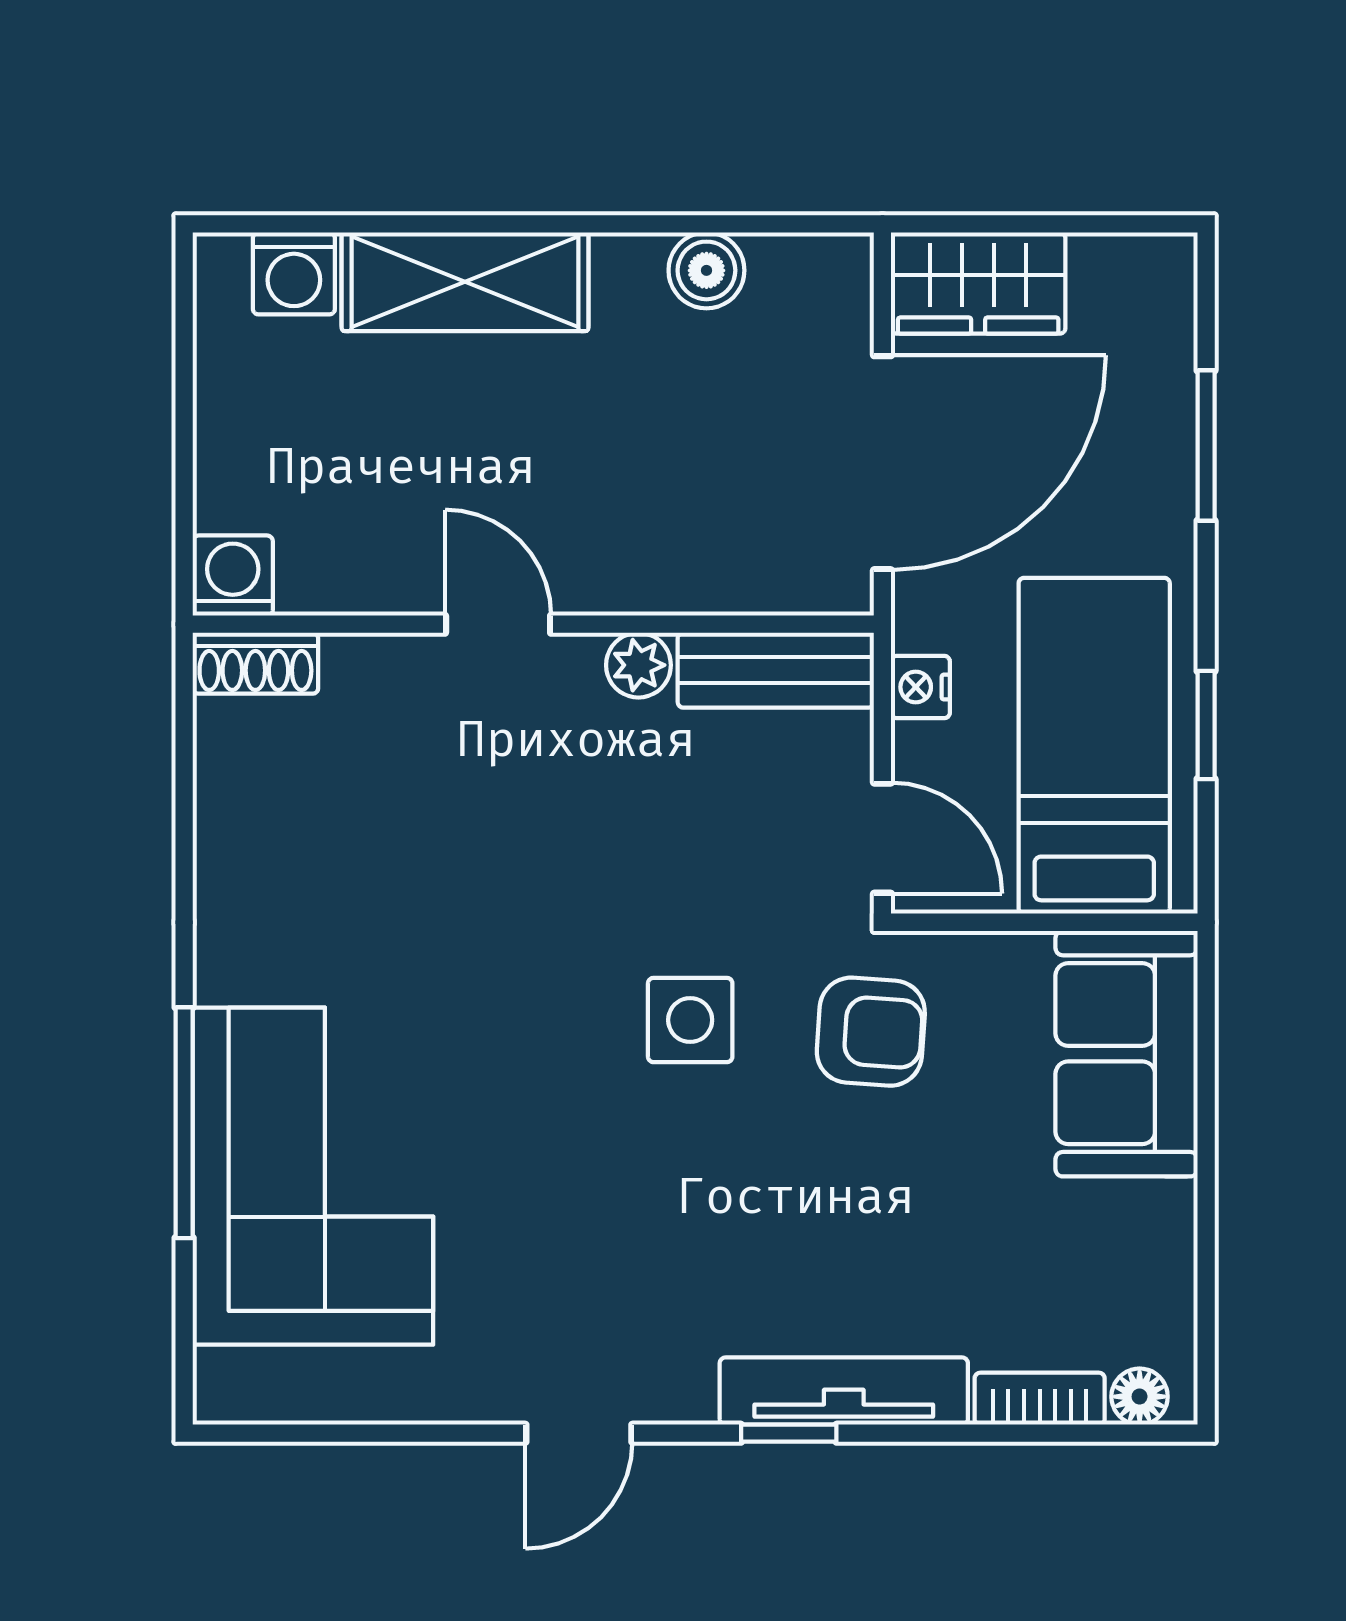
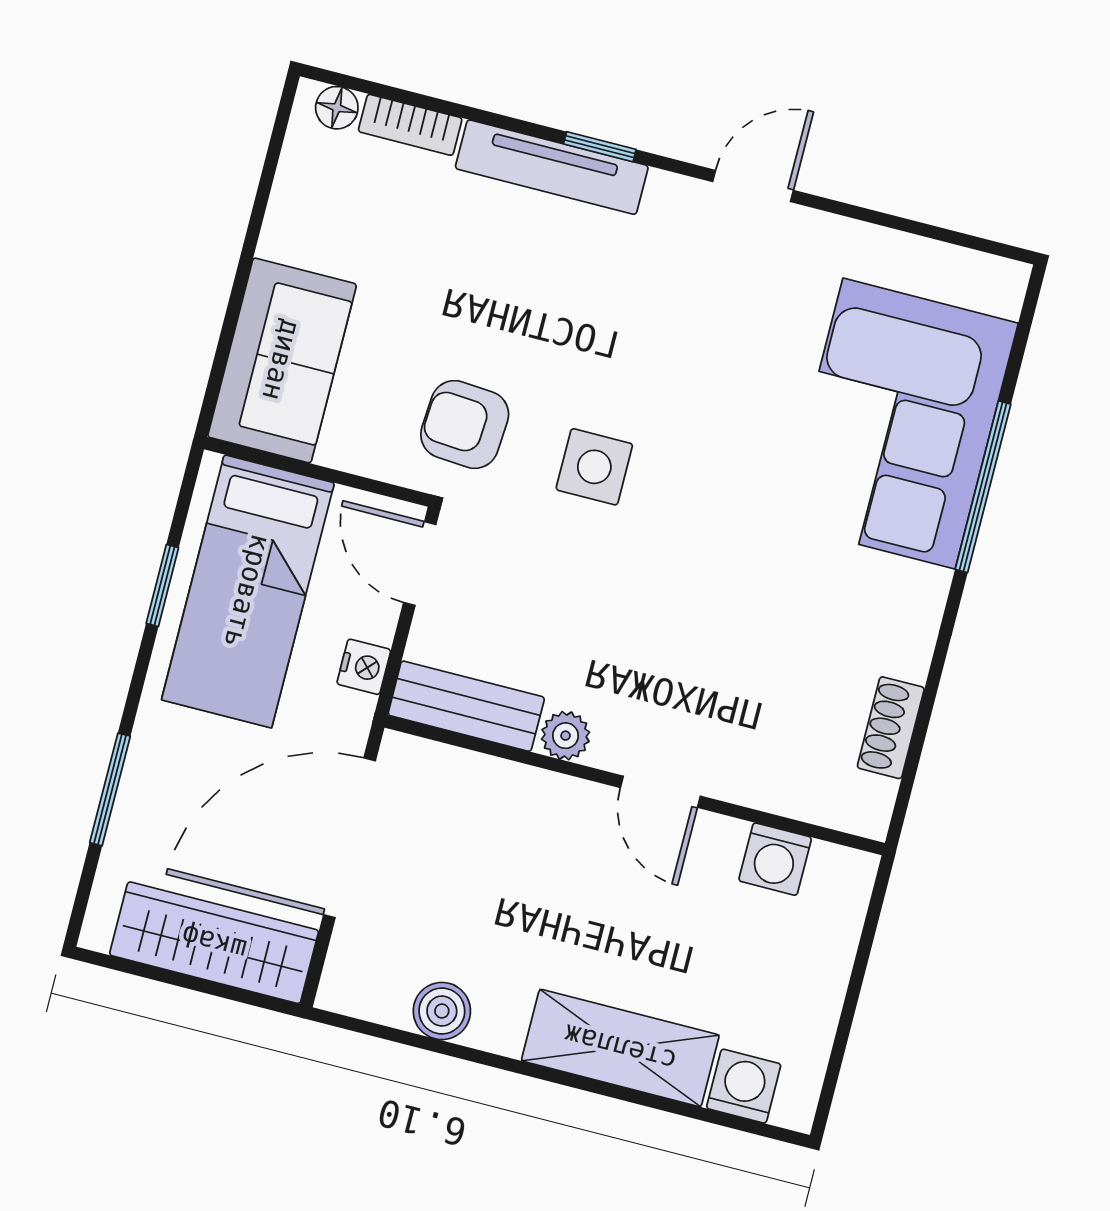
wardrobe: (978, 283) -> (214, 943), width x1.50
washing machine: (233, 576) -> (775, 859), moved
shoe rack: (255, 663) -> (891, 728), moved, turned -90

